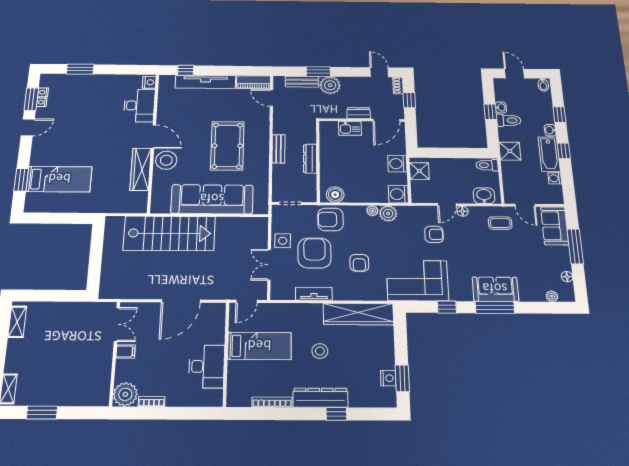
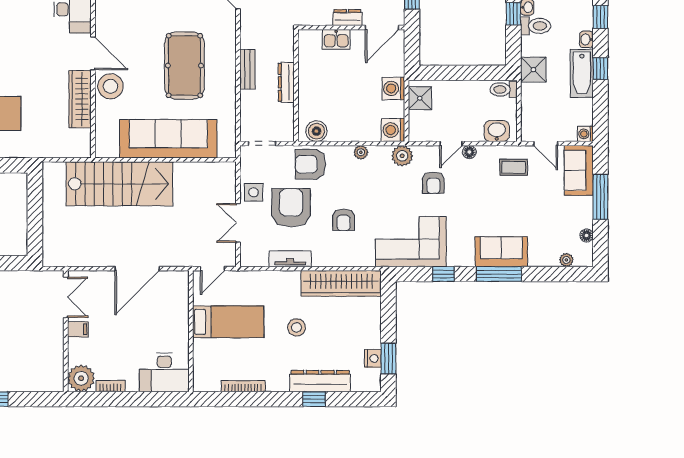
washing machine: (555, 178) -> (585, 134), moved
plant: (388, 213) -> (402, 156), moved
armchair: (434, 234) -> (433, 183), turned 90
desk: (207, 366) -> (164, 372), moved, turned 90
dresser: (320, 398) -> (320, 381), moved

